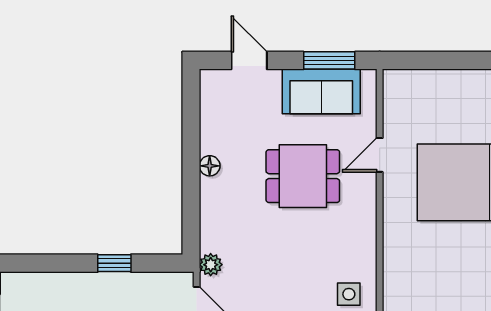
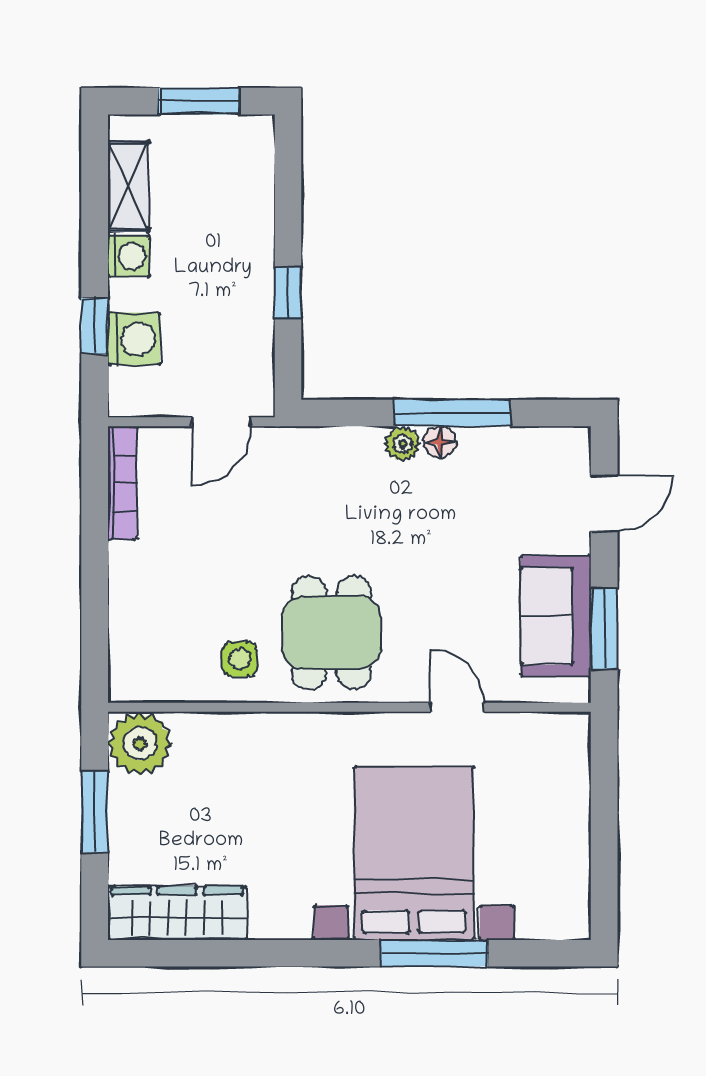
window: (191, 158) -> (452, 413), added
dining table: (303, 176) -> (332, 633), moved
plant: (211, 265) -> (403, 444), moved

